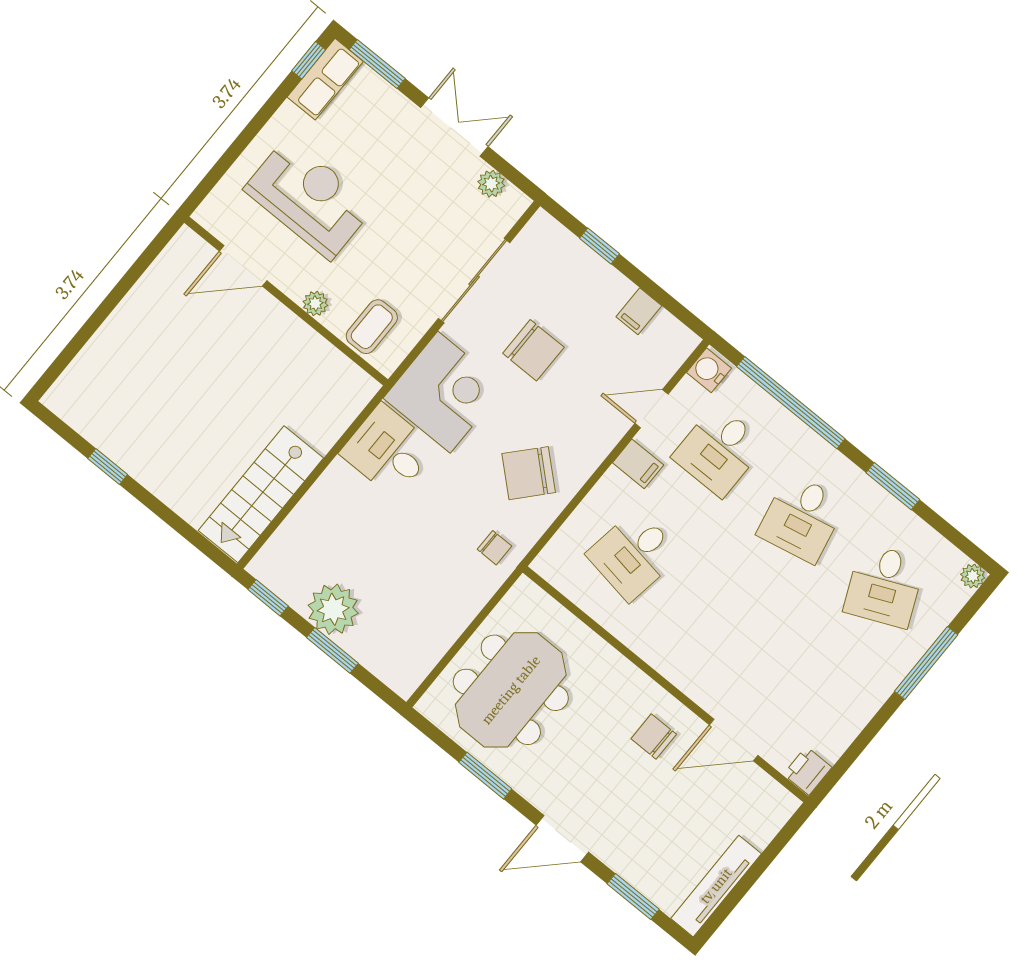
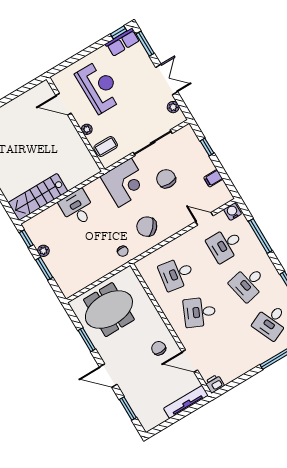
chair: (533, 350) -> (166, 179), turned 180
window: (791, 403) -> (260, 236), width x0.68
desk: (388, 450) -> (77, 208), moved
filing cabinet: (638, 464) -> (191, 238), removed
plant: (333, 609) -> (43, 251), width x0.53, depth x0.53
desk: (716, 622) -> (200, 312), added
tv unit: (716, 886) -> (186, 402), moved

